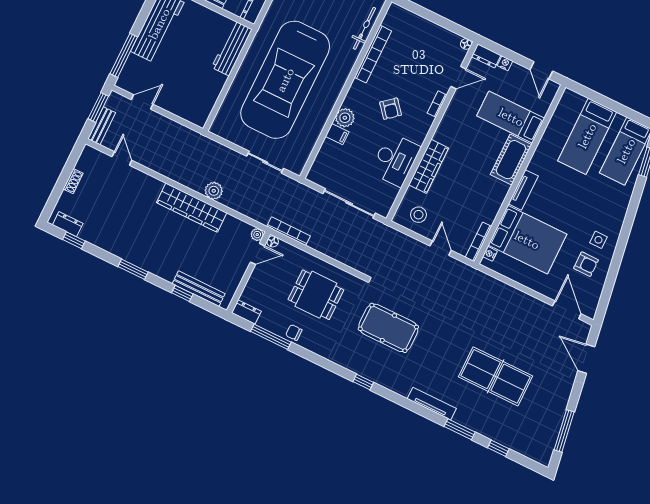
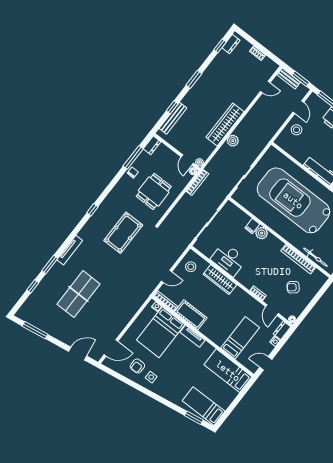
stool: (177, 97) -> (297, 130), added
armchair: (391, 109) -> (293, 287), moved
bed: (587, 136) -> (228, 371), moved
cot: (511, 160) -> (191, 315), moved

